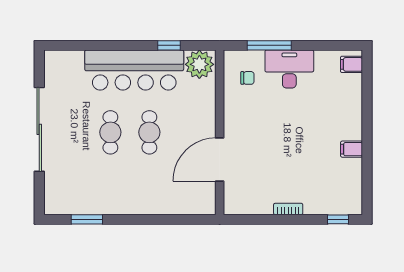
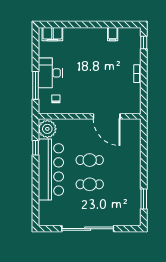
filing cabinet: (352, 64) -> (52, 34), width x2.00
filing cabinet: (352, 149) -> (113, 34), moved

